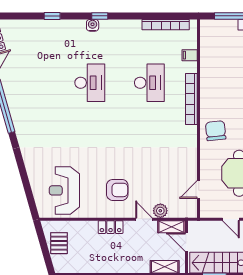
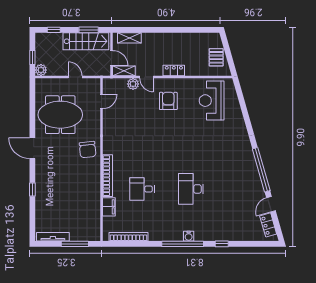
window: (100, 16) -> (183, 244), width x3.17
filing cabinet: (190, 55) -> (109, 207), width x2.00
desk: (149, 83) -> (142, 189), width x0.73
reception desk: (64, 190) -> (212, 101), turned 180
armchair: (117, 190) -> (168, 101), turned 90

